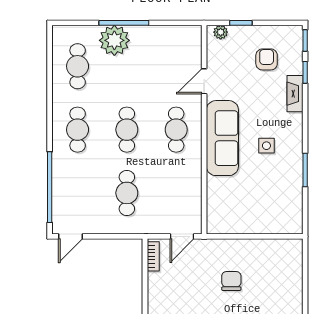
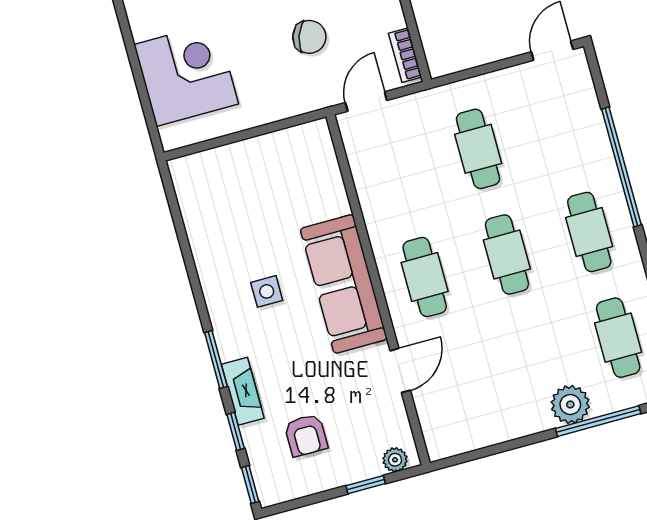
window: (124, 23) -> (598, 421), moved
plant: (114, 40) -> (570, 405), width x0.73, depth x0.73
window: (305, 170) -> (216, 360), moved
window: (50, 187) -> (621, 167), moved
corner desk: (278, 279) -> (186, 74), added
chair: (231, 281) -> (309, 37), moved, turned -71

